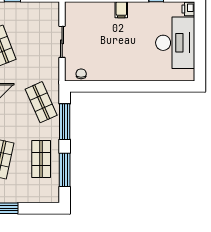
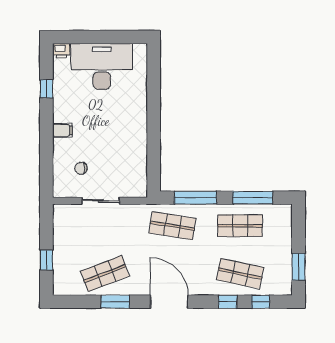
chair: (81, 74) -> (81, 168), moved
shop shelf: (41, 102) -> (172, 226), turned 33

